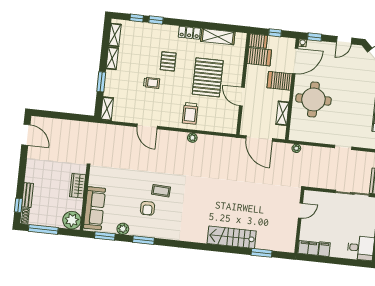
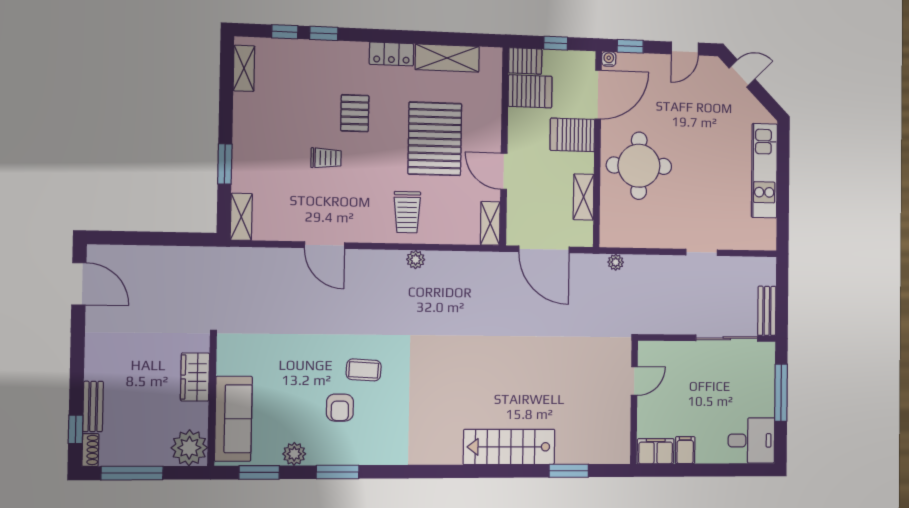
shelving: (112, 58) -> (490, 223), moved

